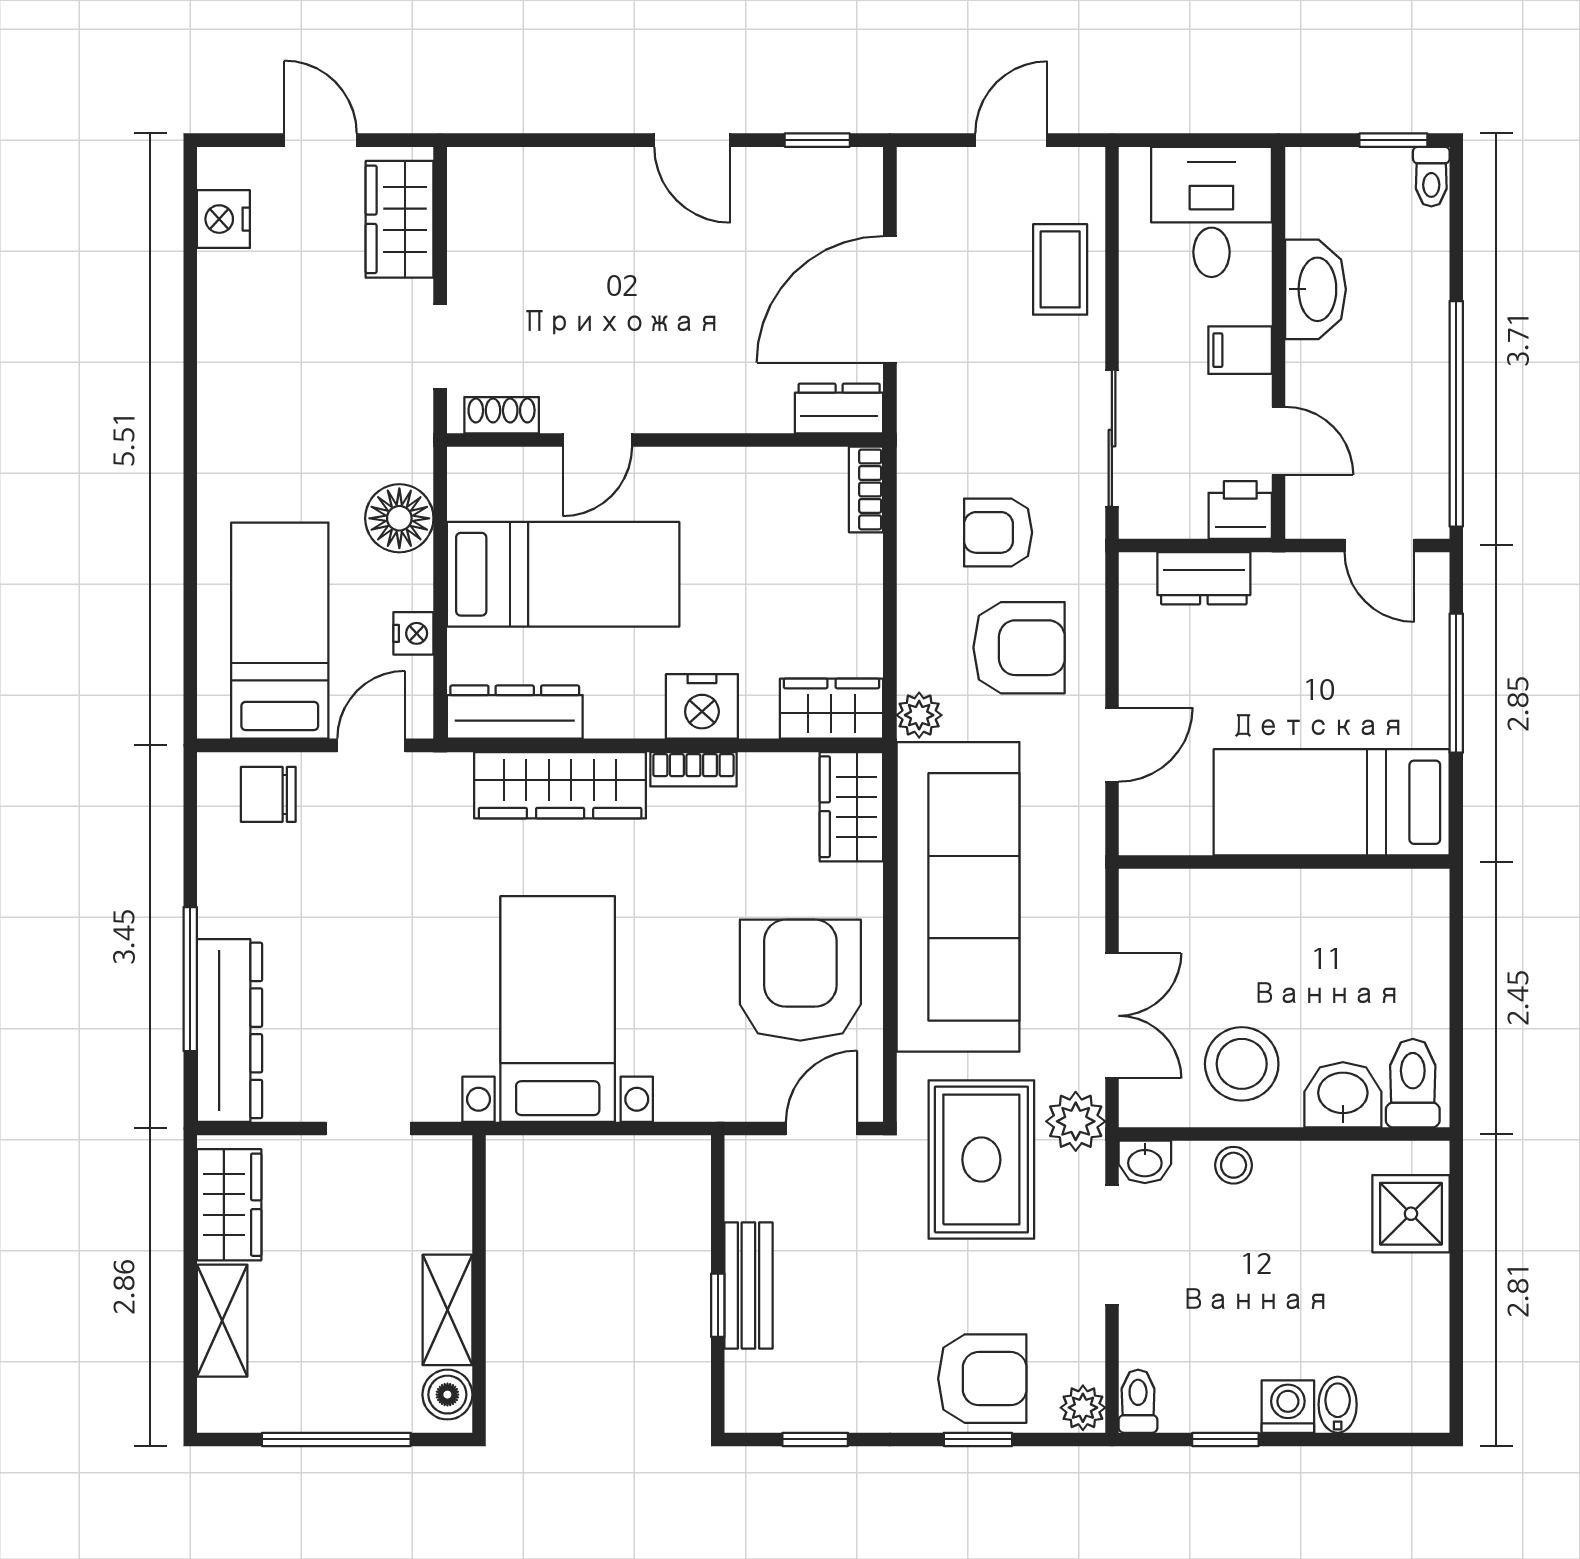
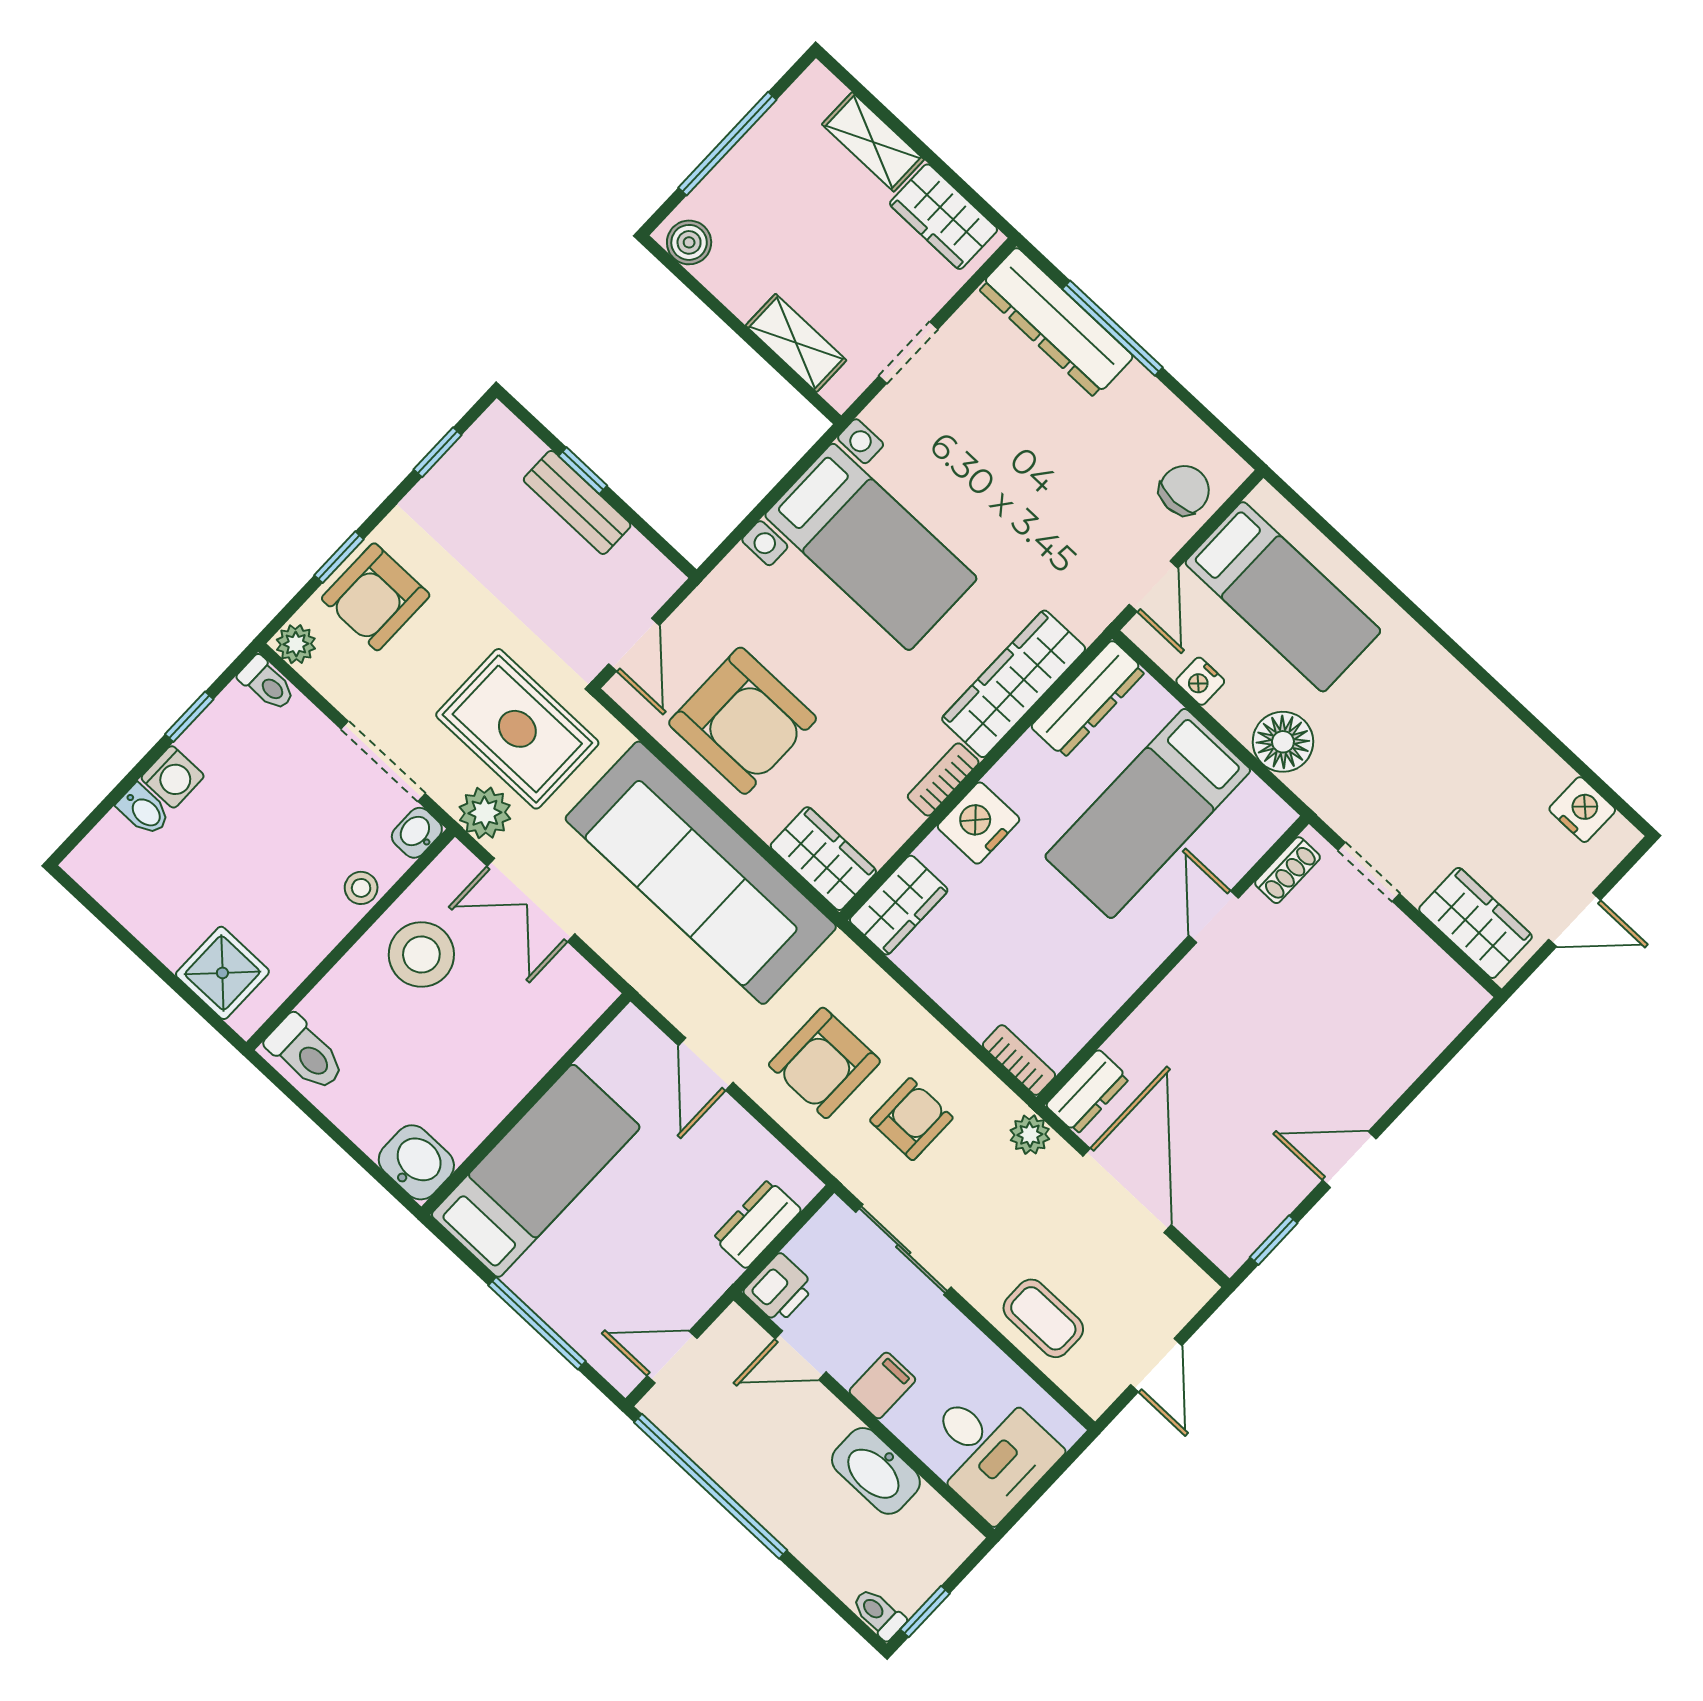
plant: (919, 715) -> (1030, 1135), moved
washbasin: (1343, 1095) -> (416, 1162), moved, turned -90
shelving: (447, 1310) -> (796, 343), moved

